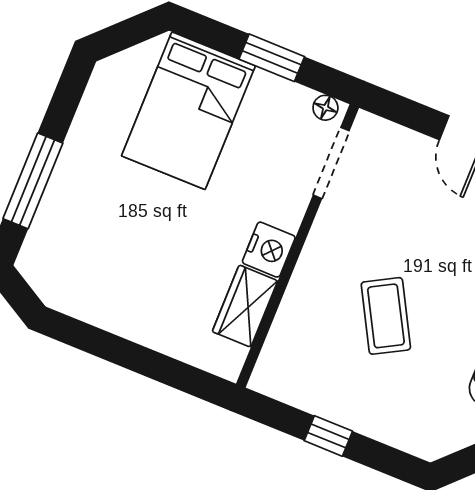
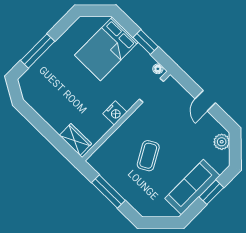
wardrobe: (245, 306) -> (75, 140), moved, turned 90
window: (328, 436) -> (108, 192), width x2.17

